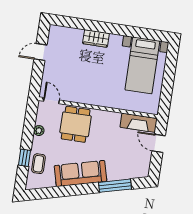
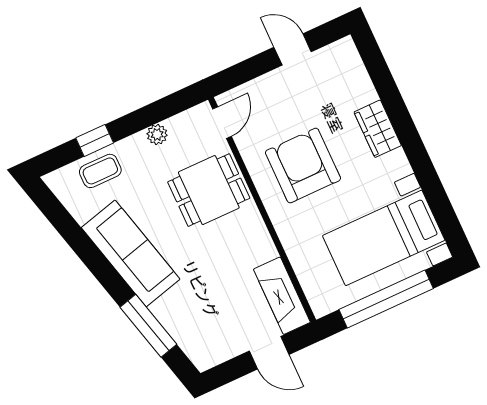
armchair: (91, 79) -> (303, 166), added
window: (168, 81) -> (386, 299), added
door: (159, 143) -> (269, 353), swing flipped

